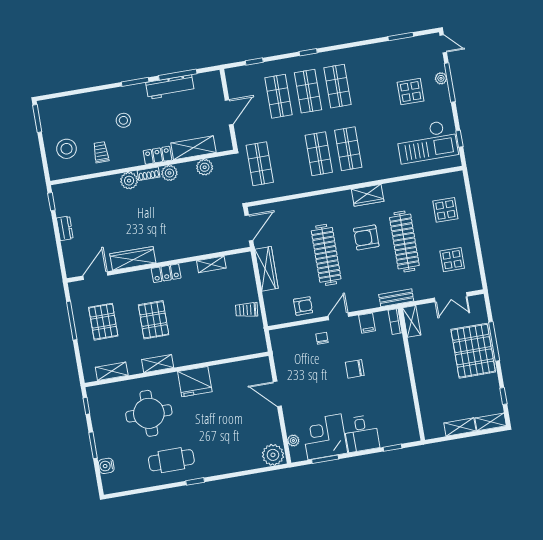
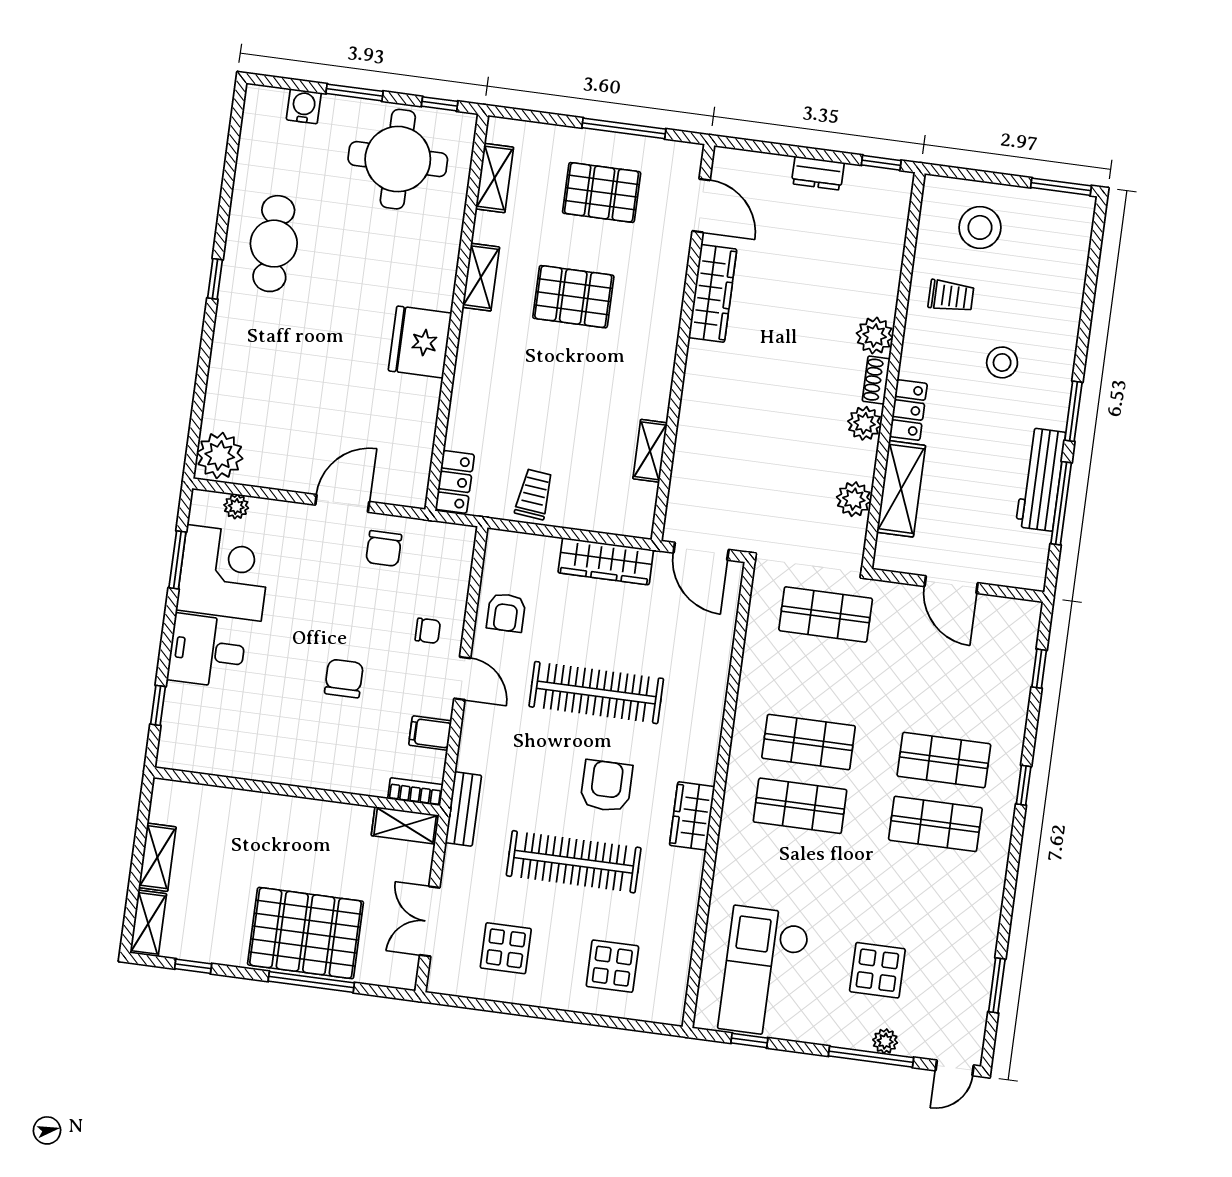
shop shelf: (279, 96) -> (952, 696), removed
locker: (166, 273) -> (455, 482), moved, turned 180
chair: (292, 369) -> (384, 549), added
round table: (149, 413) -> (398, 159), moved

